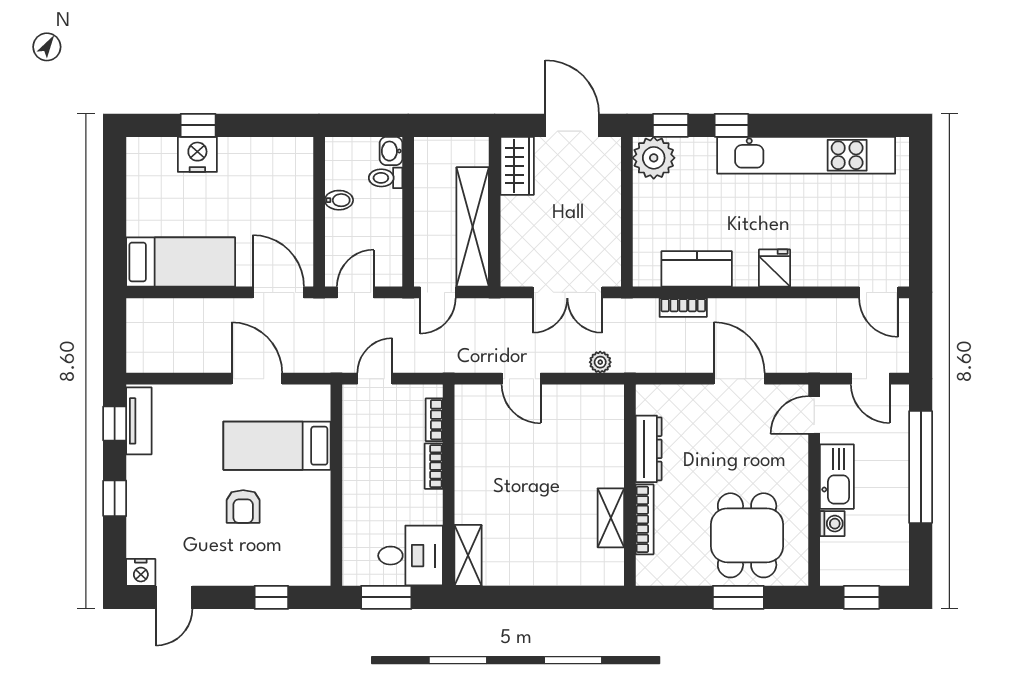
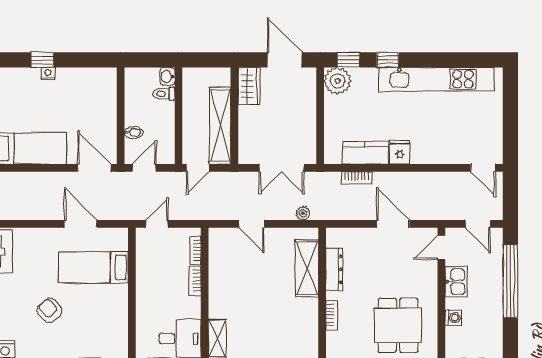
nightstand: (197, 154) -> (48, 74), width x0.53, depth x0.56
bidet: (339, 200) -> (134, 133), moved
fridge: (774, 268) -> (400, 152), moved
kitchen sink: (837, 477) -> (456, 282), width x0.73
armchair: (243, 507) -> (50, 310), moved, turned 139
shelving: (611, 518) -> (307, 268), moved, width x1.50, depth x1.33
bookcase: (645, 519) -> (332, 315), width x0.64

